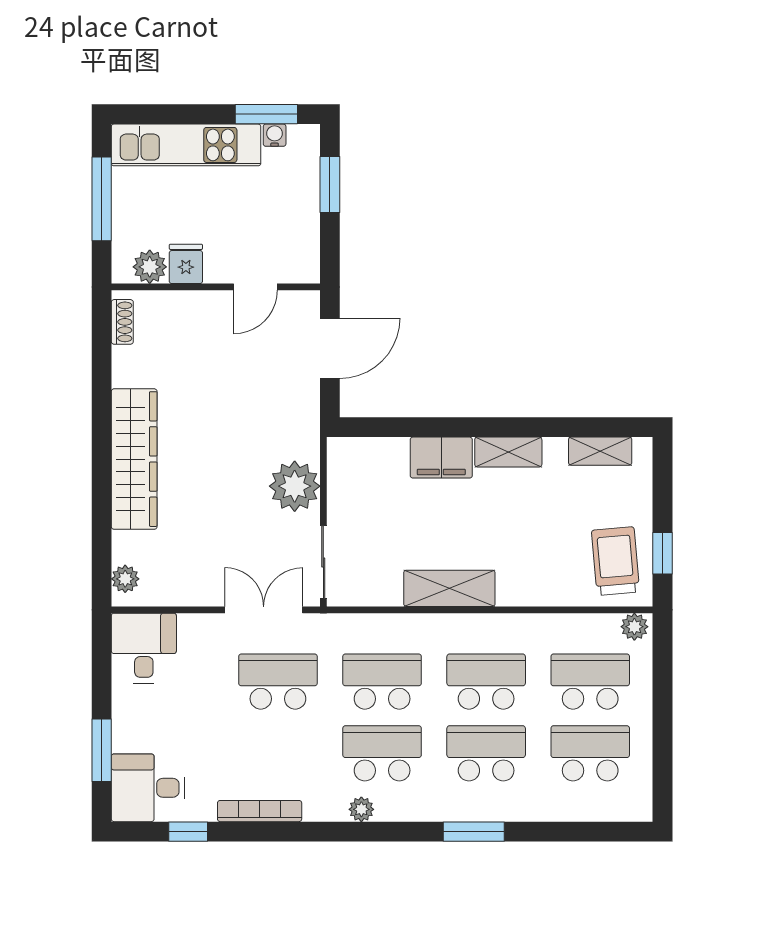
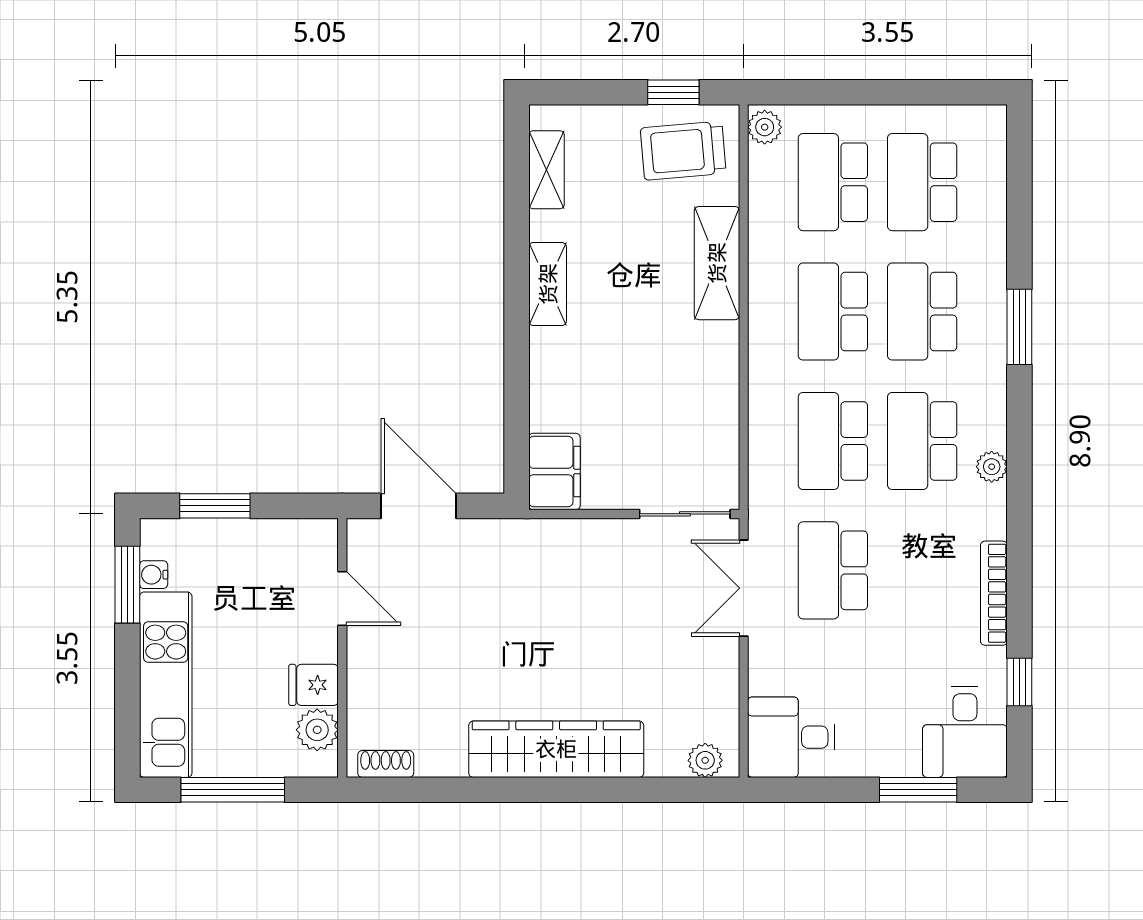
filing cabinet: (441, 458) -> (554, 471), moved
plant: (295, 486) -> (590, 550), removed
shelving: (449, 588) -> (717, 263), moved

